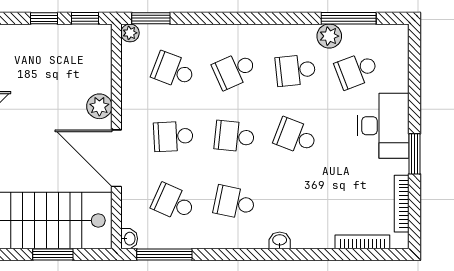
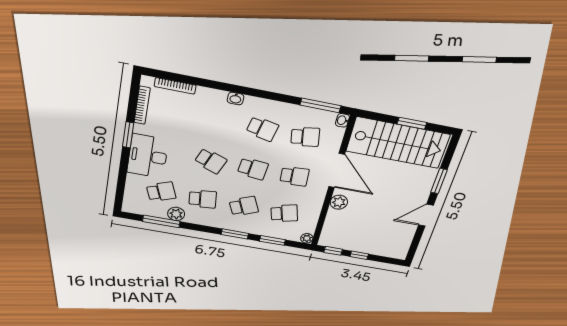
window: (151, 18) -> (272, 240), moved
window: (238, 18) -> (235, 234), added
school desk: (173, 70) -> (284, 213), turned -36
school desk: (173, 202) -> (305, 137), turned -33
window: (53, 255) -> (412, 123), moved

